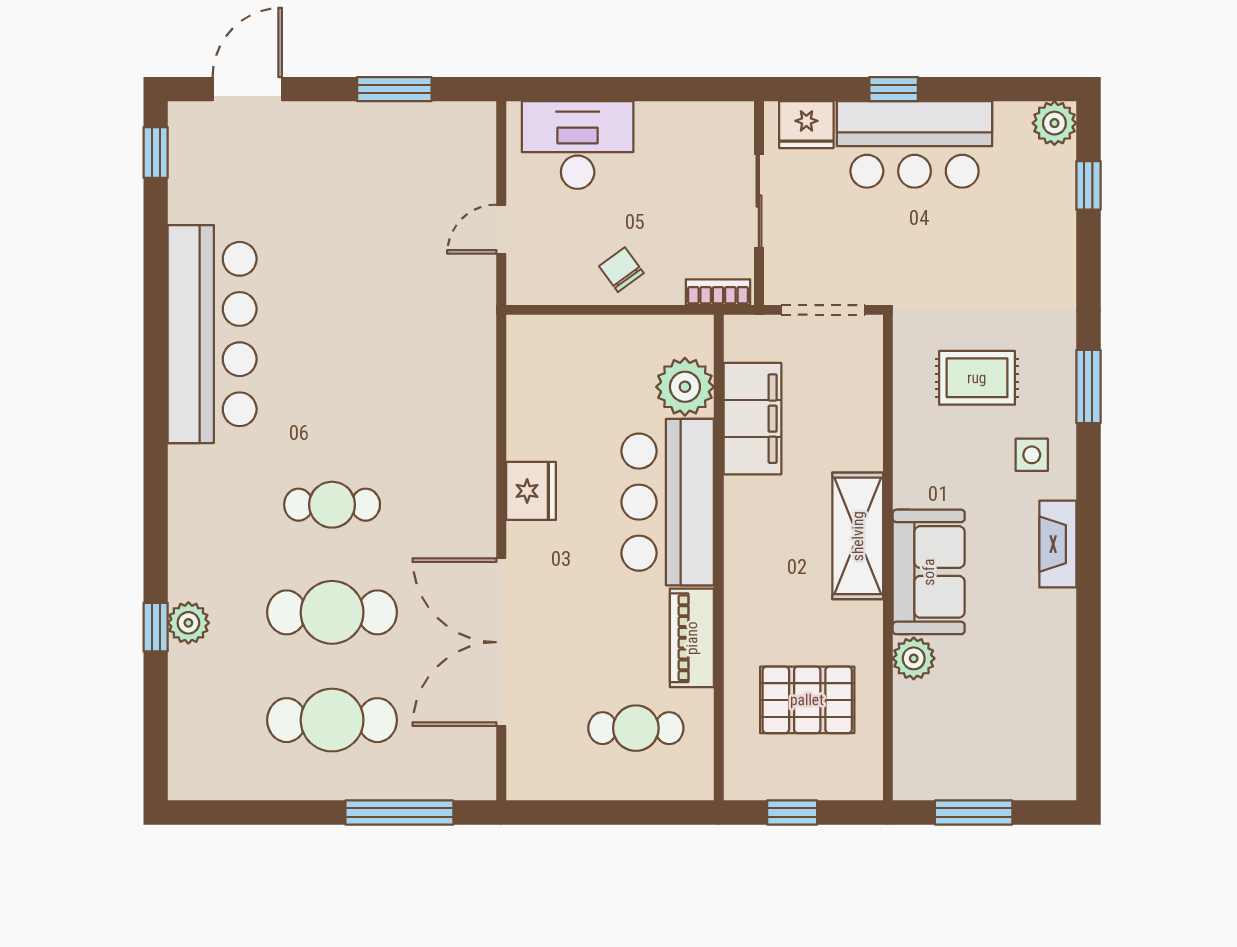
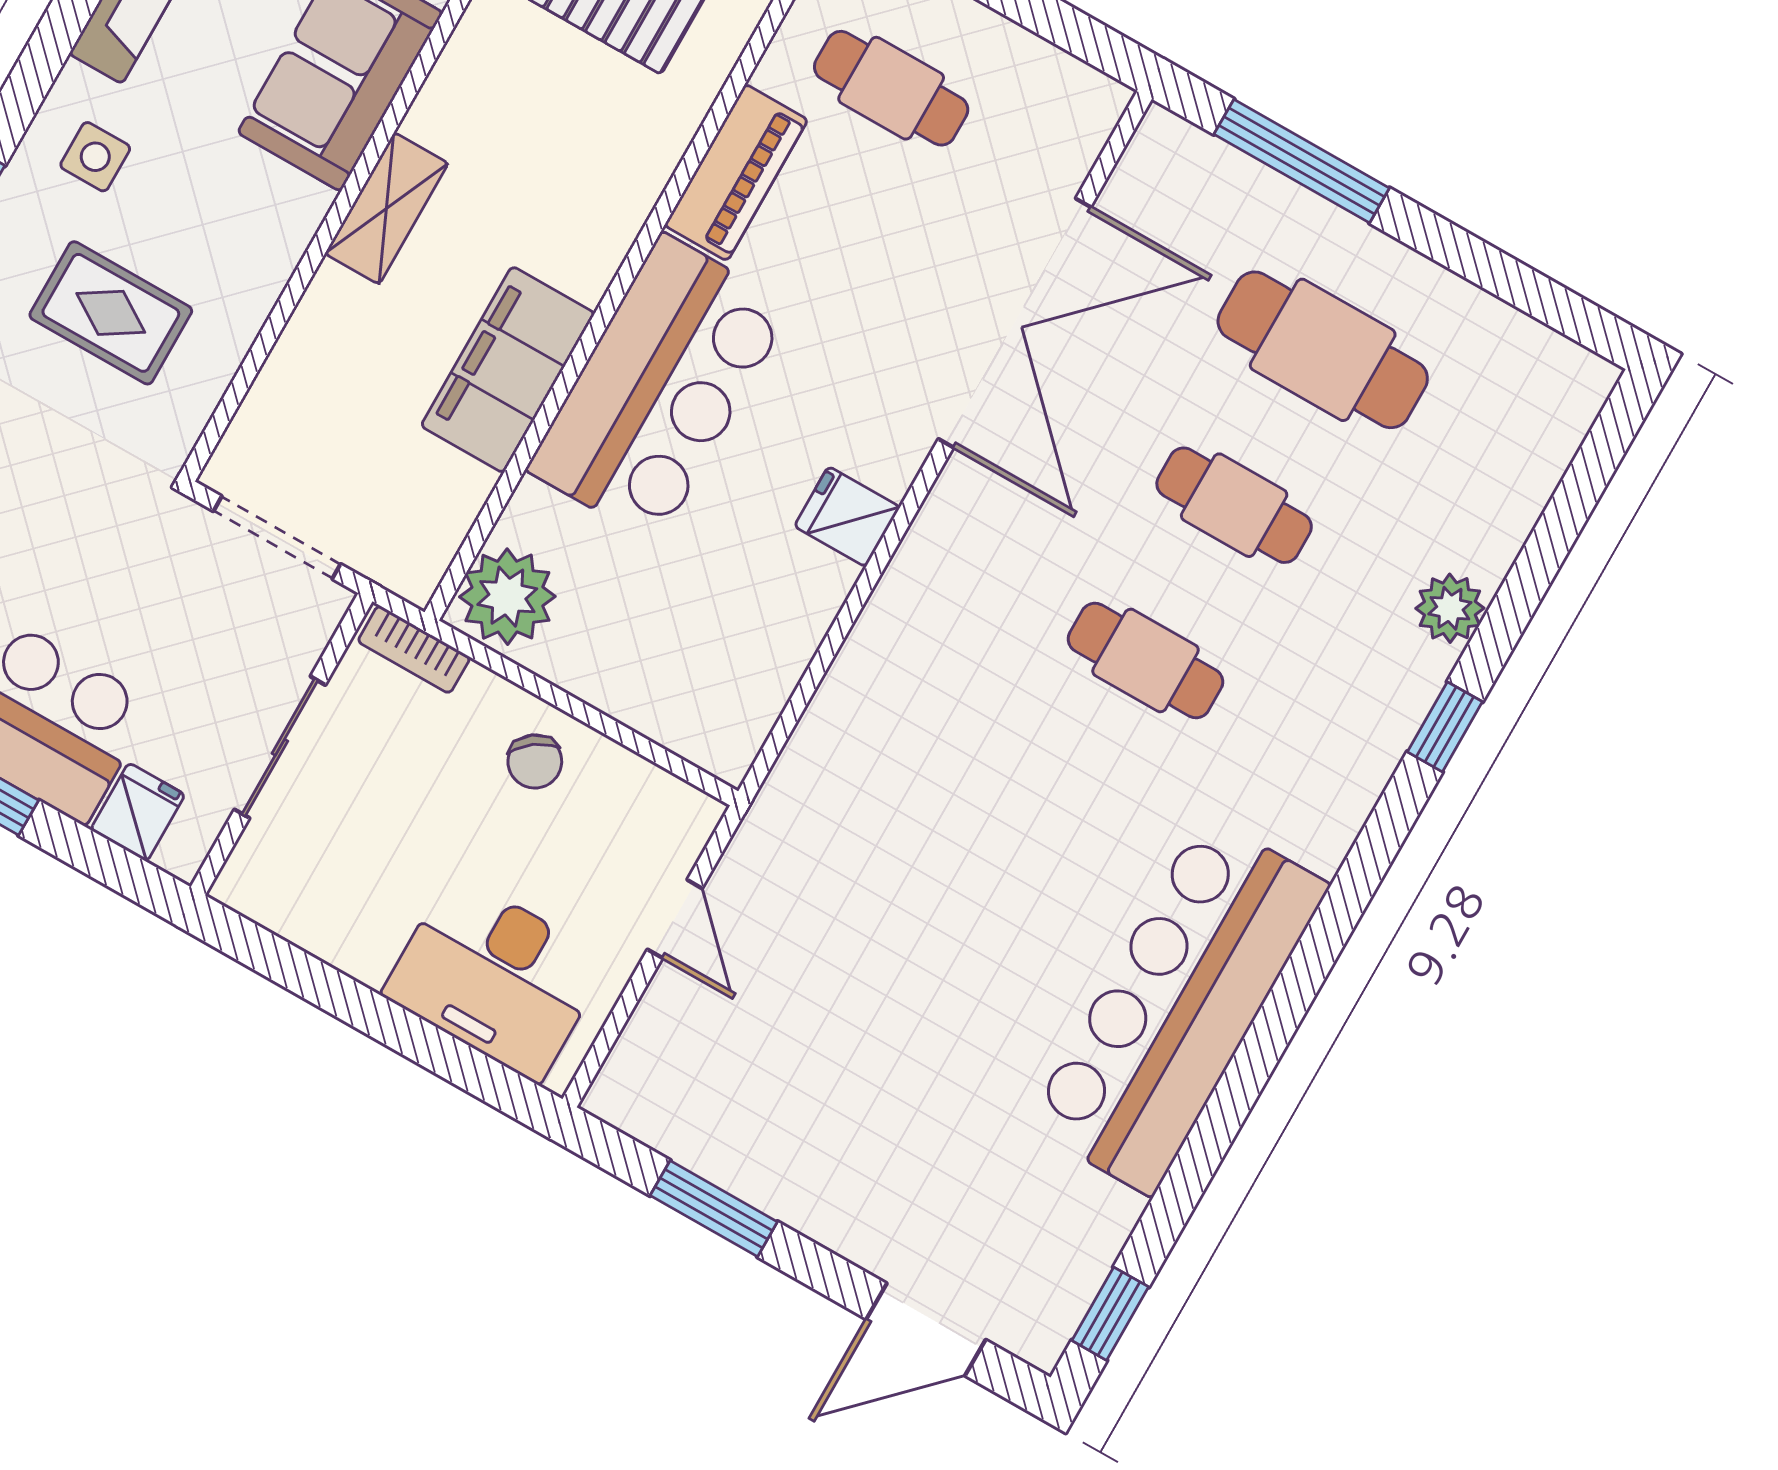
fridge: (806, 125) -> (138, 812), width x0.72
door: (501, 229) -> (675, 919), hinge flipped
plant: (685, 387) -> (507, 597), moved
filing cabinet: (752, 419) -> (508, 370), moved
fridge: (531, 491) -> (847, 517), width x0.72
shelving: (858, 536) -> (386, 208), width x0.67, depth x0.75
cafe table: (332, 612) -> (1234, 505), width x0.73, depth x0.74
window: (156, 627) -> (1445, 727), moved

